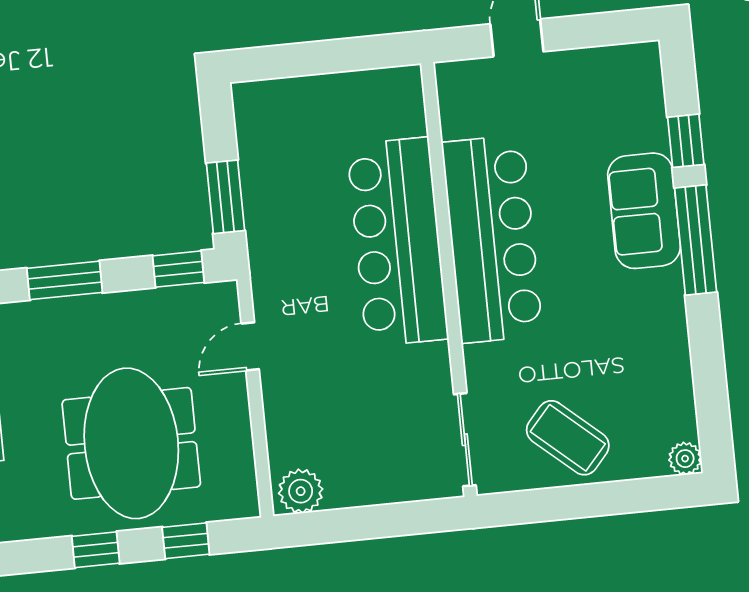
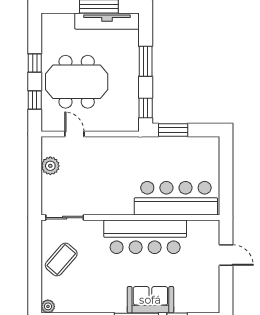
bar counter: (398, 242) -> (176, 198), moved
door: (250, 346) -> (74, 134), moved
plant: (301, 491) -> (50, 166), moved

